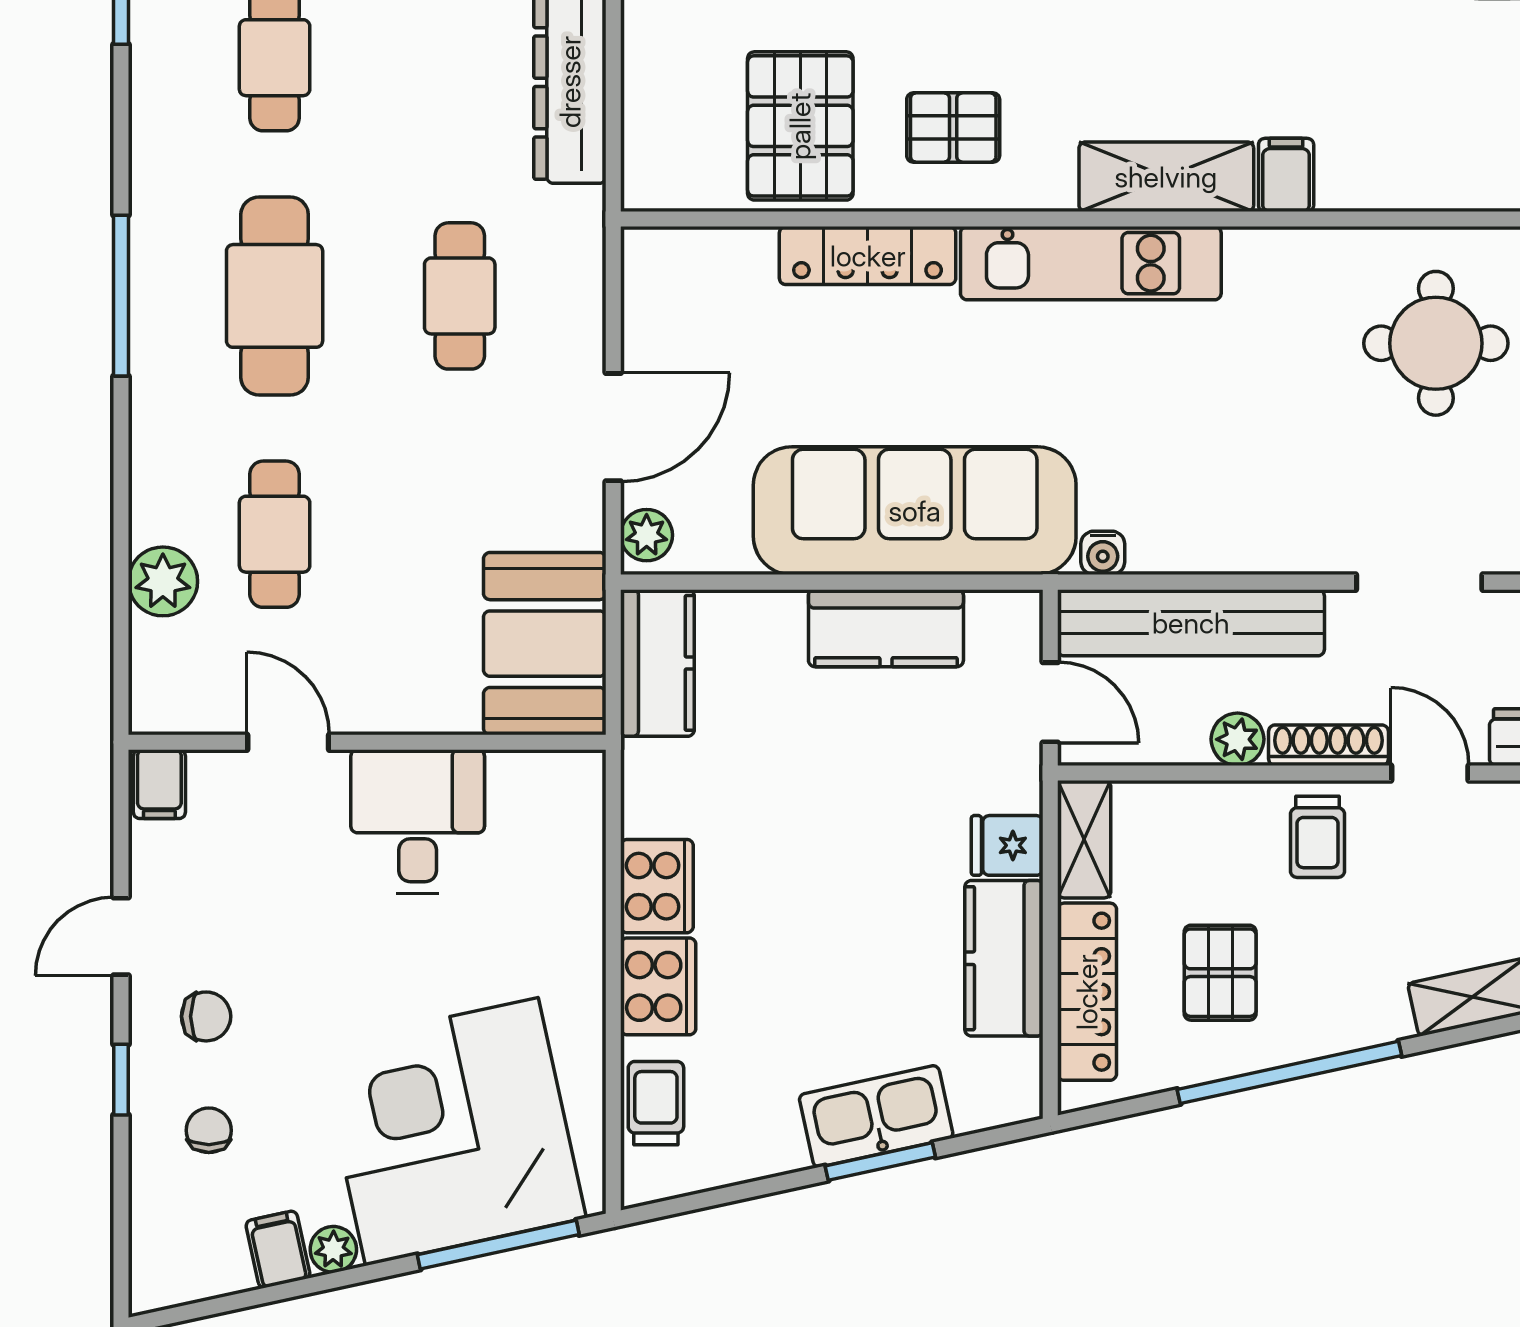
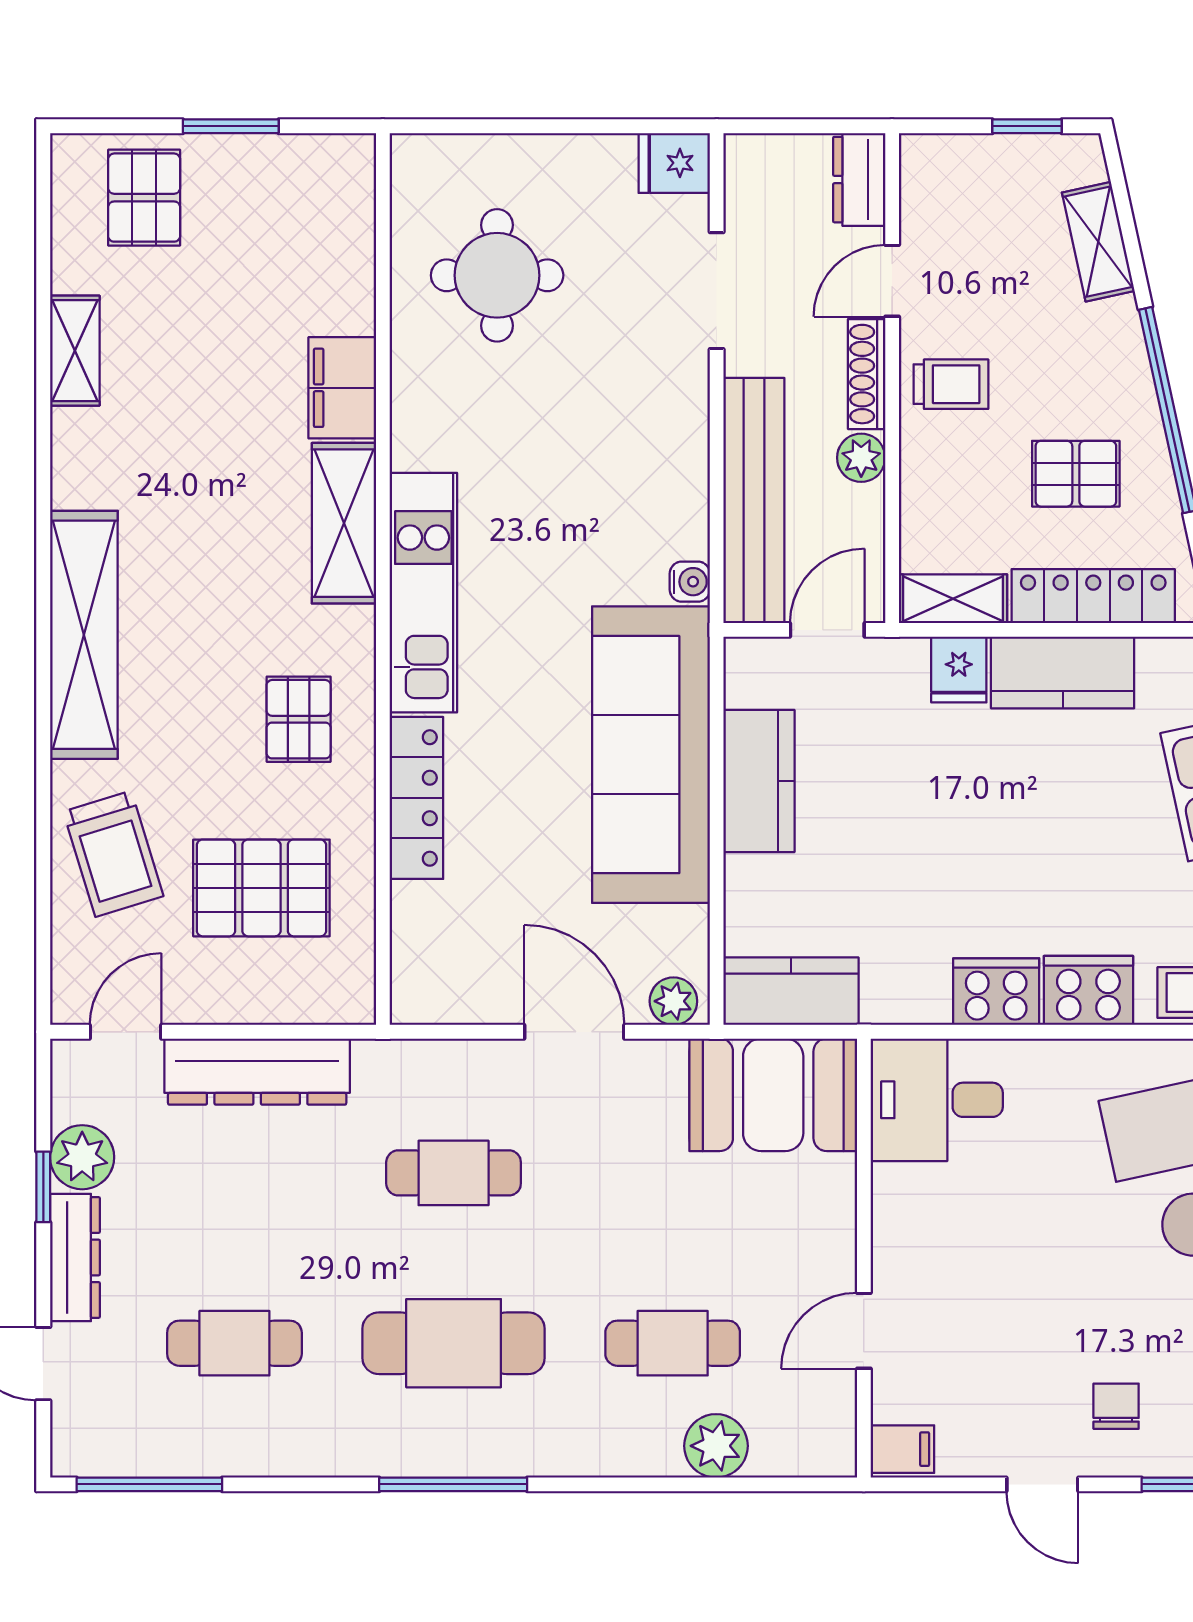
pallet: (800, 126) -> (261, 888), moved
filing cabinet: (1286, 175) -> (342, 388), width x2.00
desk: (418, 821) -> (937, 1100), moved

